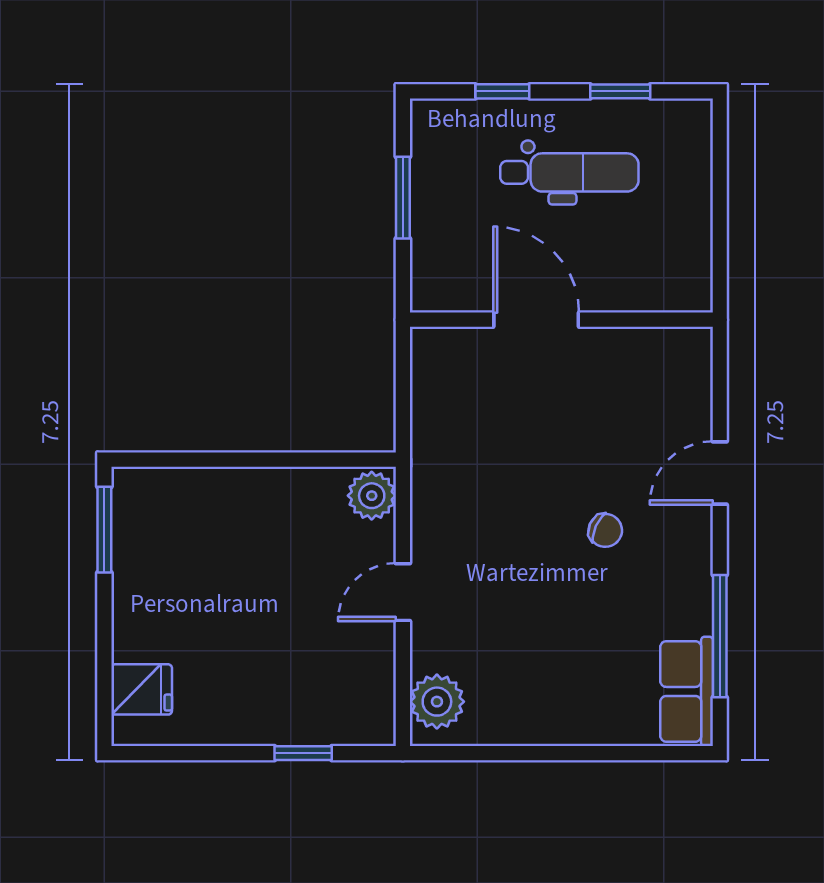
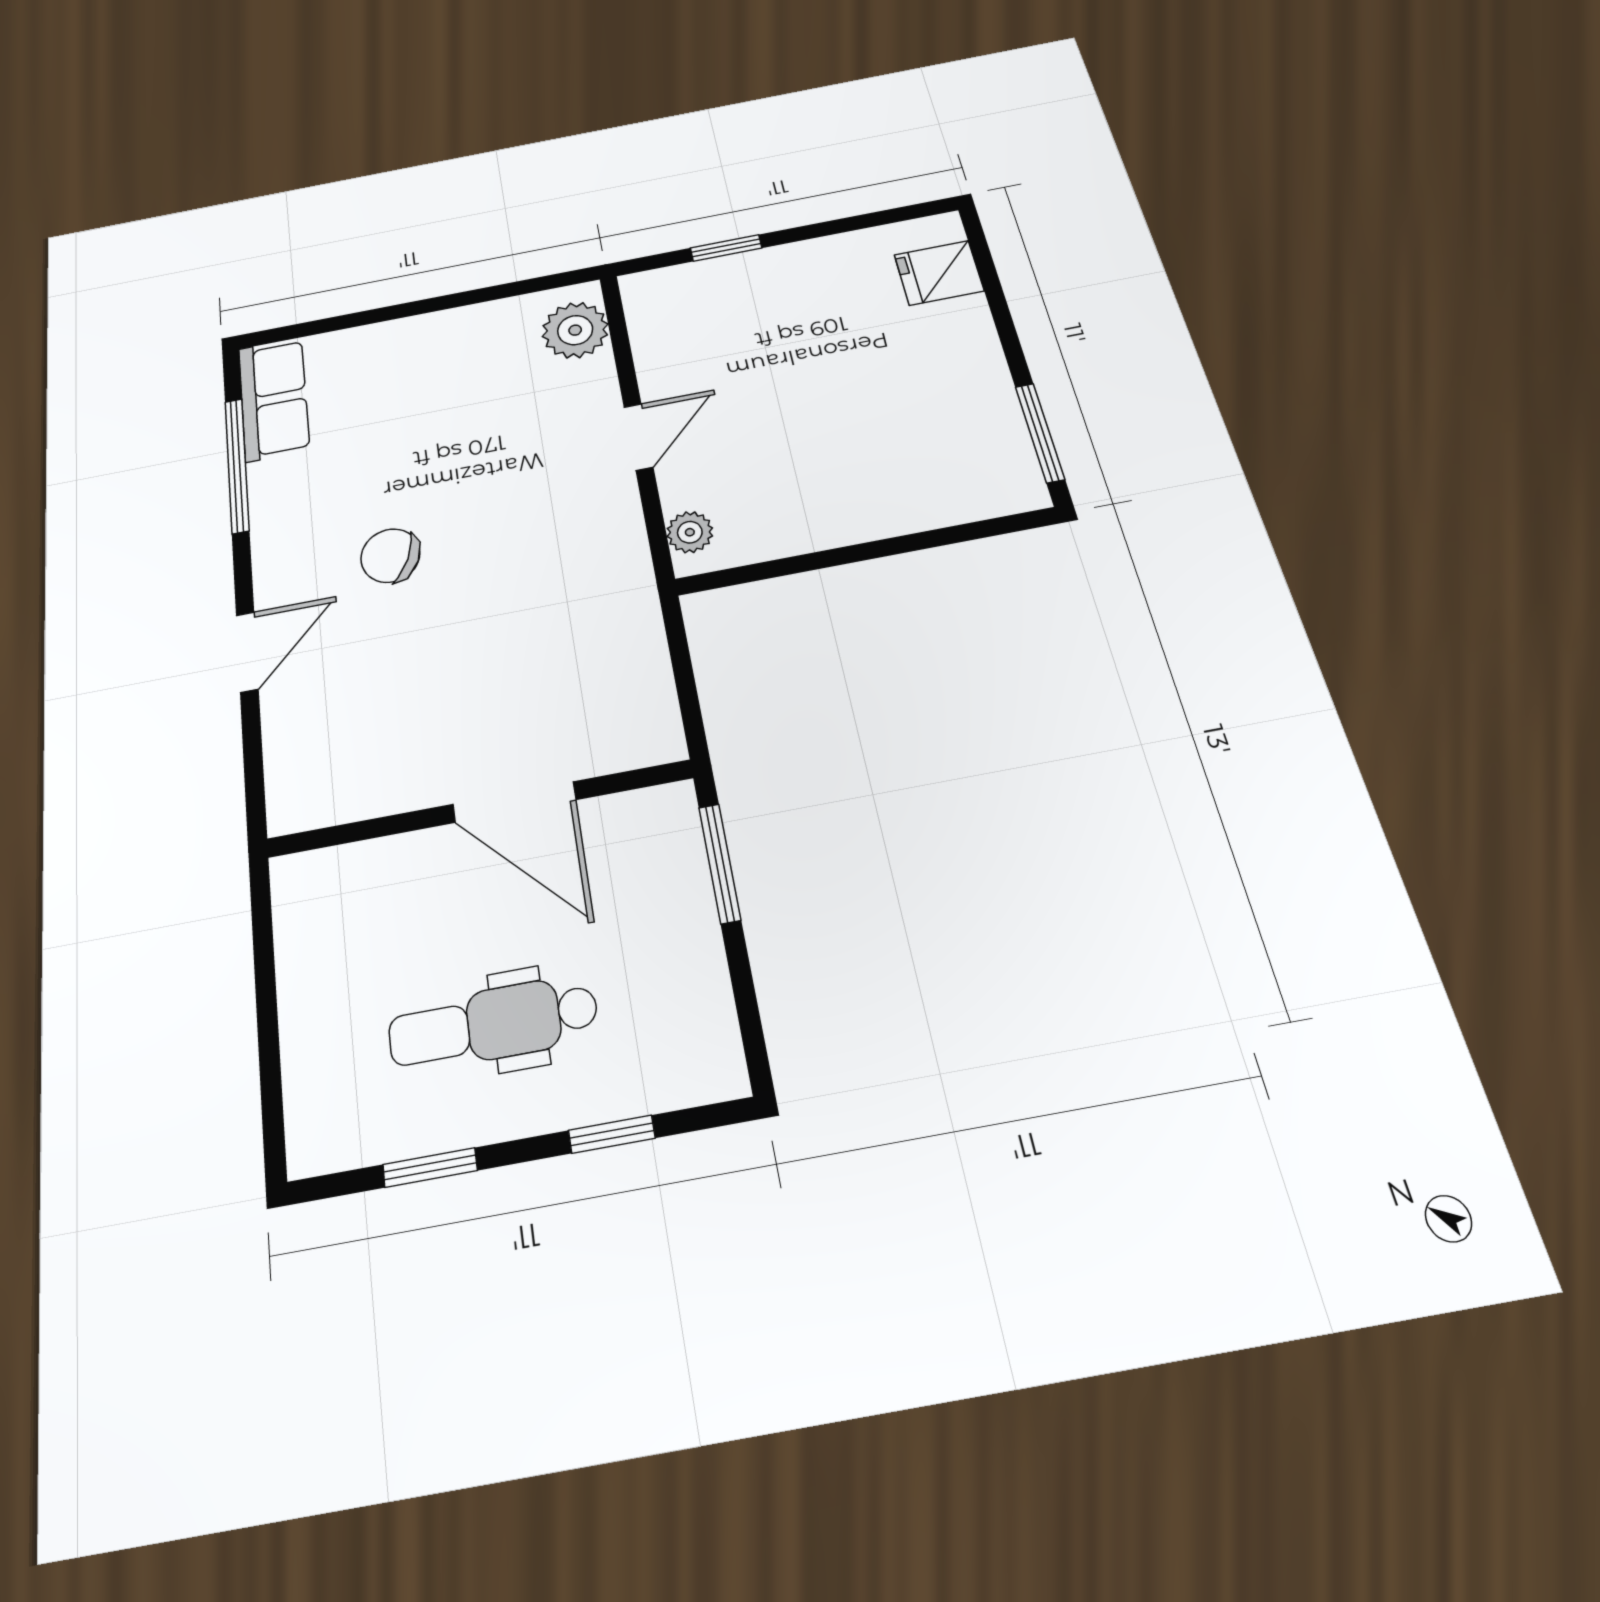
window: (403, 198) -> (720, 863), moved
plant: (372, 496) -> (690, 532), width x0.73, depth x0.73
chair: (605, 530) -> (390, 556), width x1.37, depth x1.37

